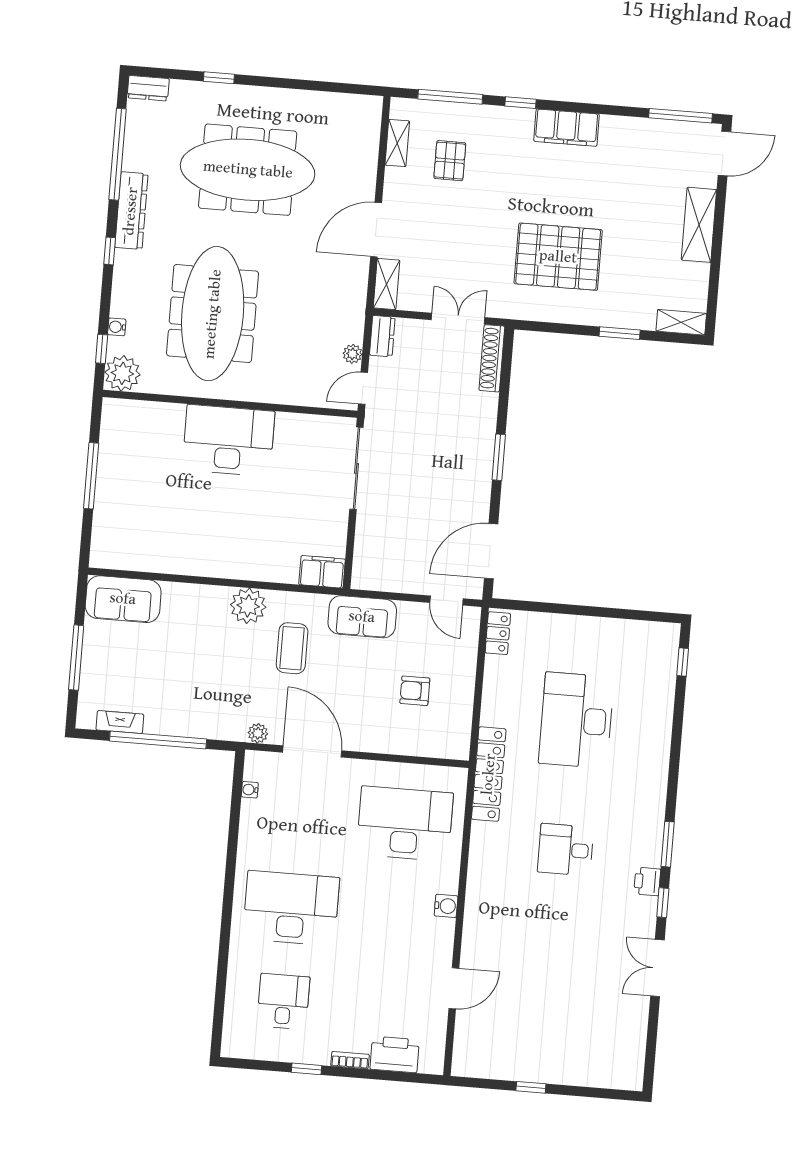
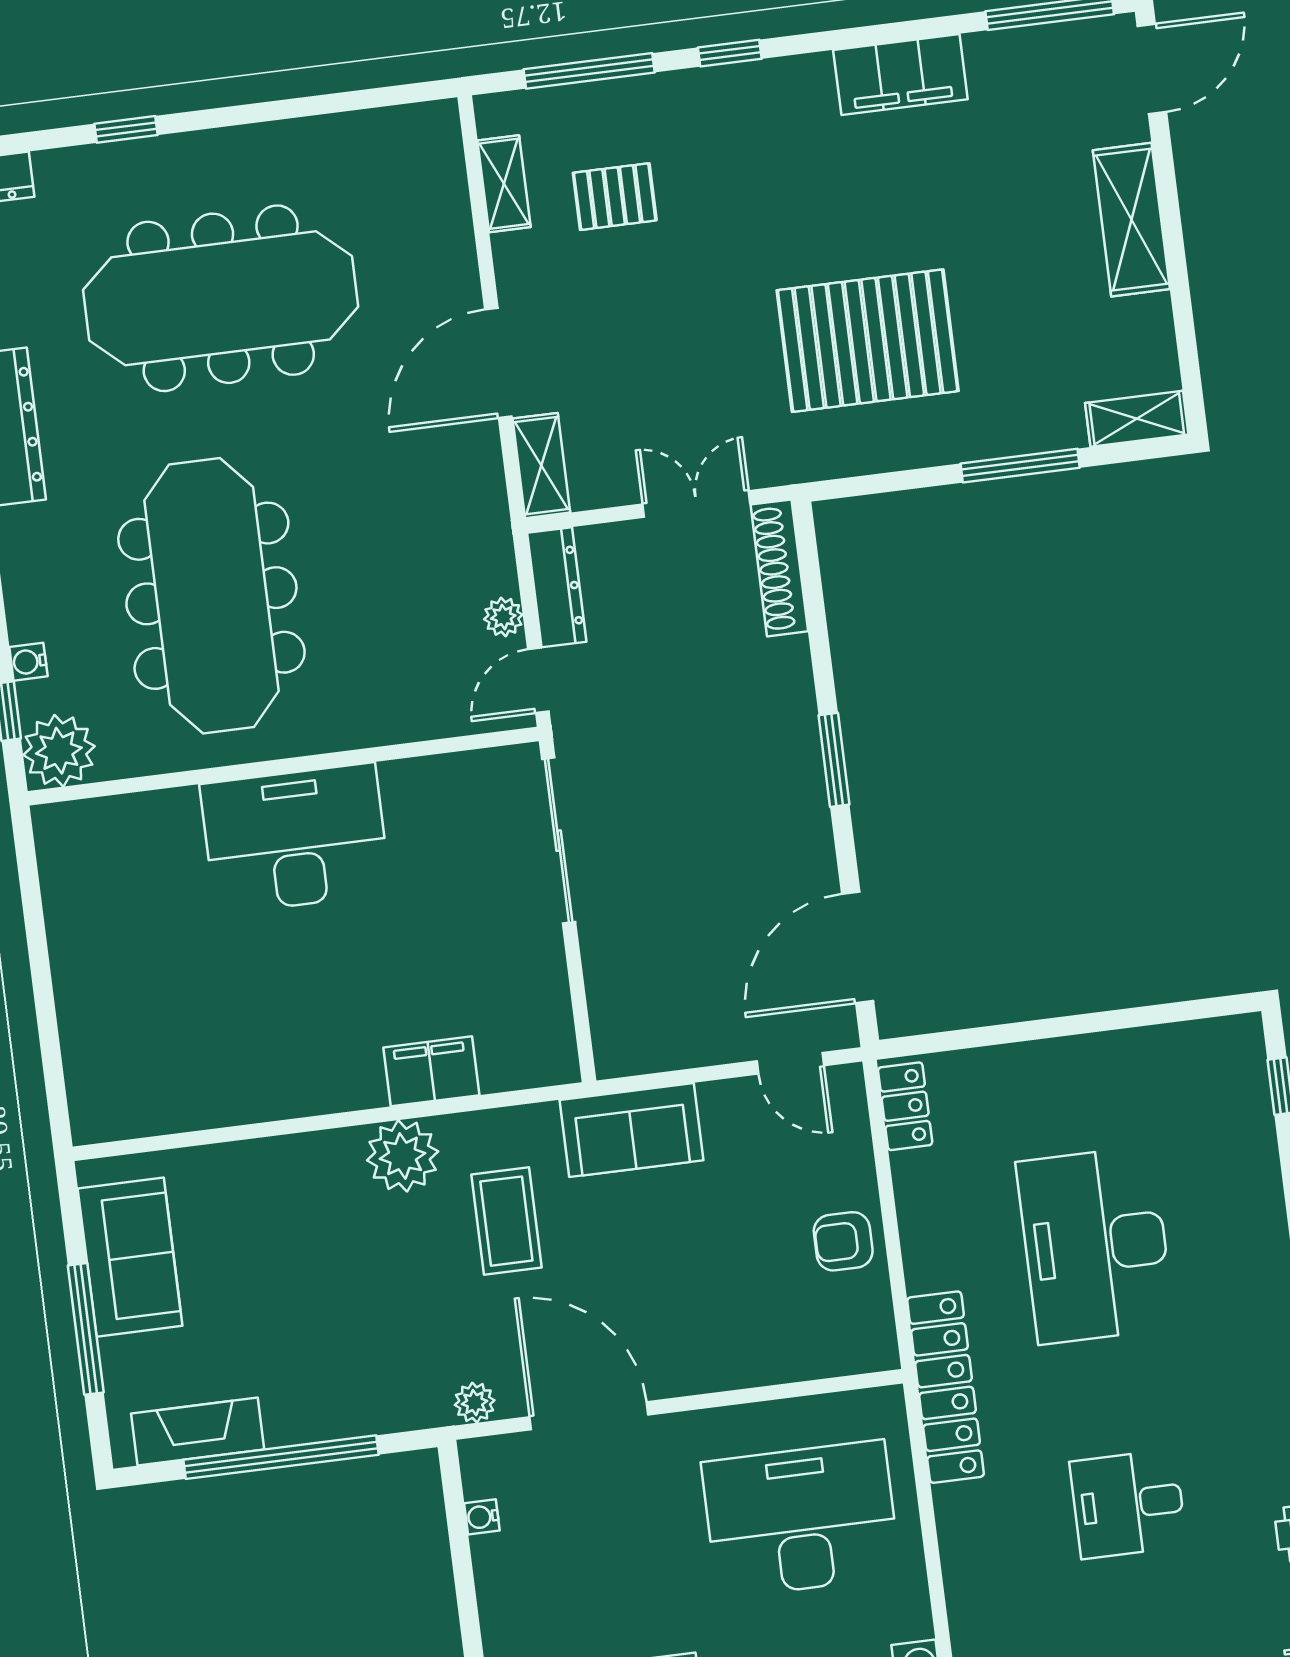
filing cabinet: (567, 128) -> (900, 75), moved
pallet: (450, 161) -> (615, 197), turned 90
window: (620, 333) -> (1020, 466), width x1.44
dresser: (382, 336) -> (557, 587), width x1.44
window: (91, 476) -> (40, 965), removed
filing cabinet: (322, 572) -> (431, 1071), moved
sofa: (123, 599) -> (130, 1257), moved, turned -90
armchair: (415, 691) -> (843, 1241), moved
fireplace: (120, 722) -> (198, 1431), width x1.37, depth x1.32

